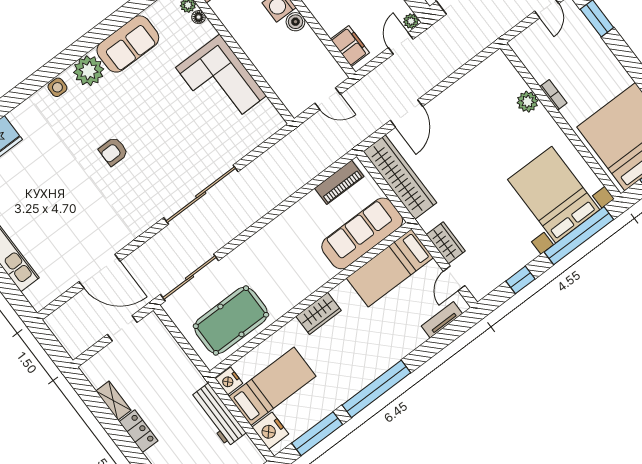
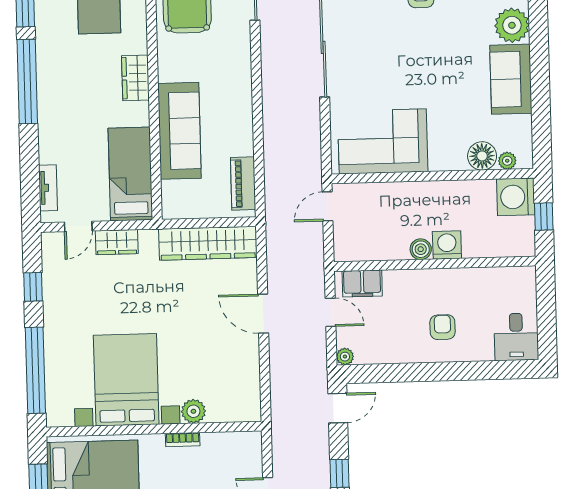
floor lamp: (199, 17) -> (482, 156), width x1.89, depth x1.89
door: (401, 43) -> (331, 312), moved
corner sofa: (221, 82) -> (383, 141), moved
door: (328, 99) -> (328, 206), moved
door: (407, 113) -> (263, 314), moved
bed with nightstands: (554, 195) -> (126, 380), moved, turned -90
sofa: (362, 233) -> (179, 131), moved
door: (454, 278) -> (78, 227), swing flipped

